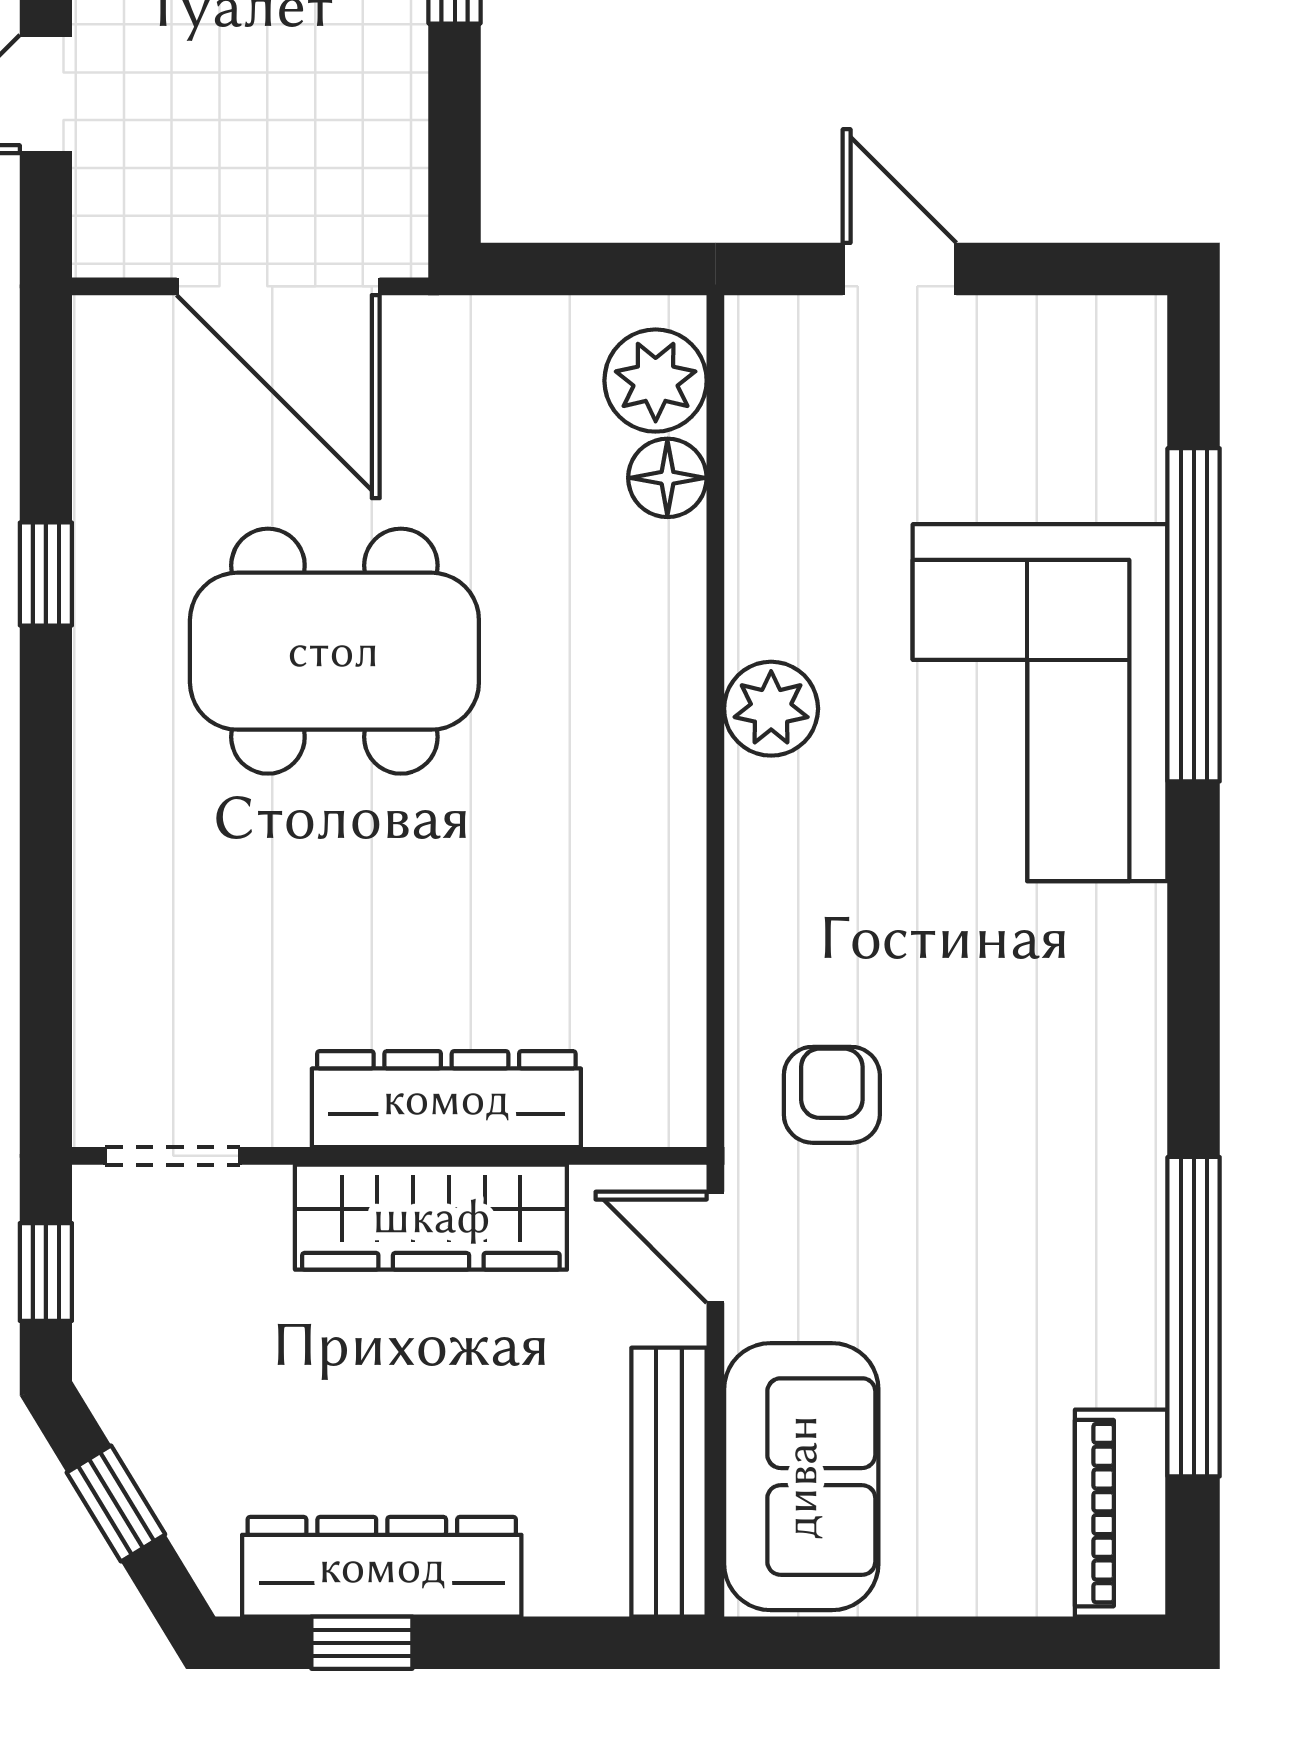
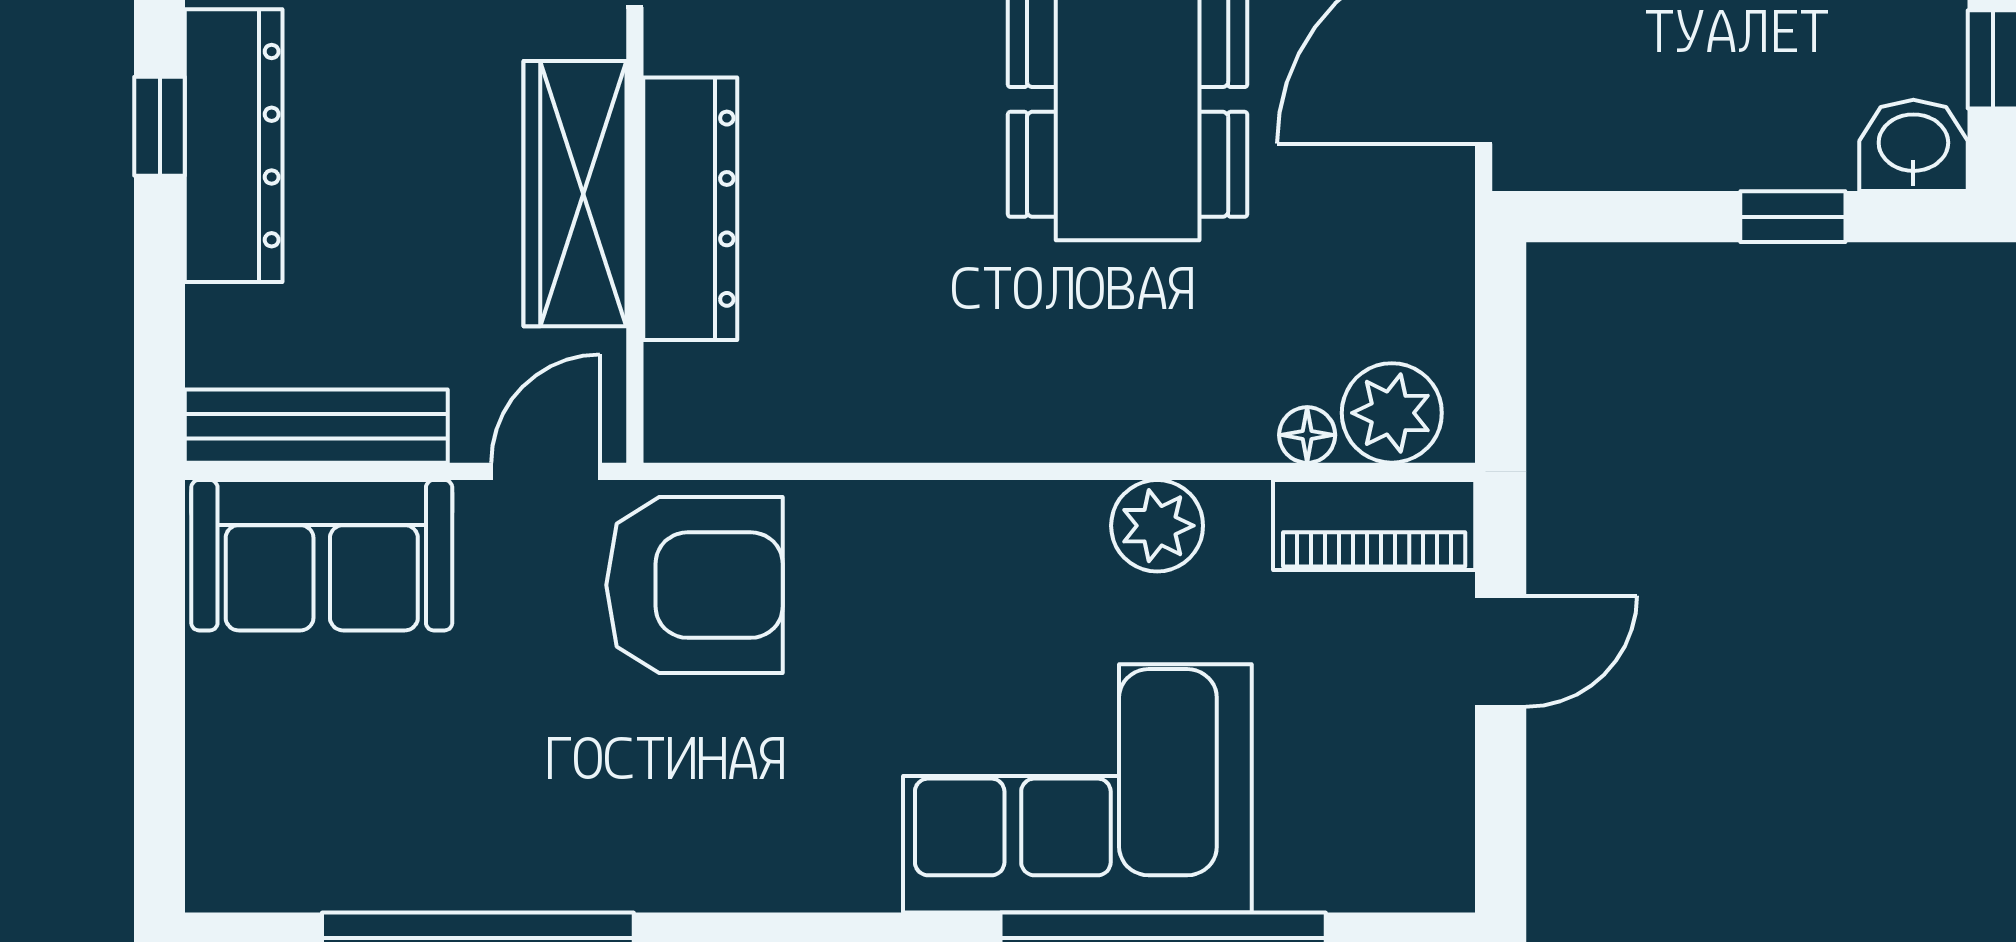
floor lamp: (667, 478) -> (1307, 435), width x0.73, depth x0.73
plant: (771, 709) -> (1157, 526), moved
armchair: (832, 1095) -> (694, 585), width x1.88, depth x1.88
piano: (1121, 1513) -> (1374, 525), moved, turned 180

